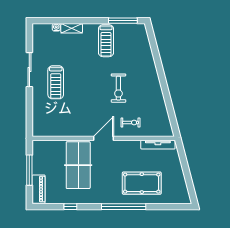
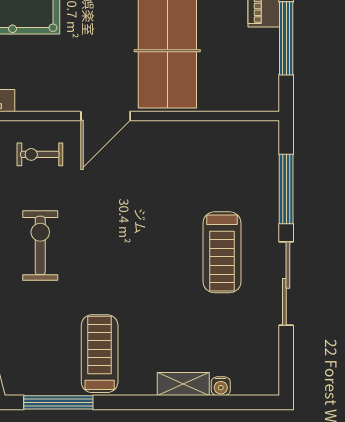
treadmill: (56, 82) -> (222, 252), turned 180
exercise bike: (118, 88) -> (40, 245), moved
window: (29, 108) -> (286, 189), added

